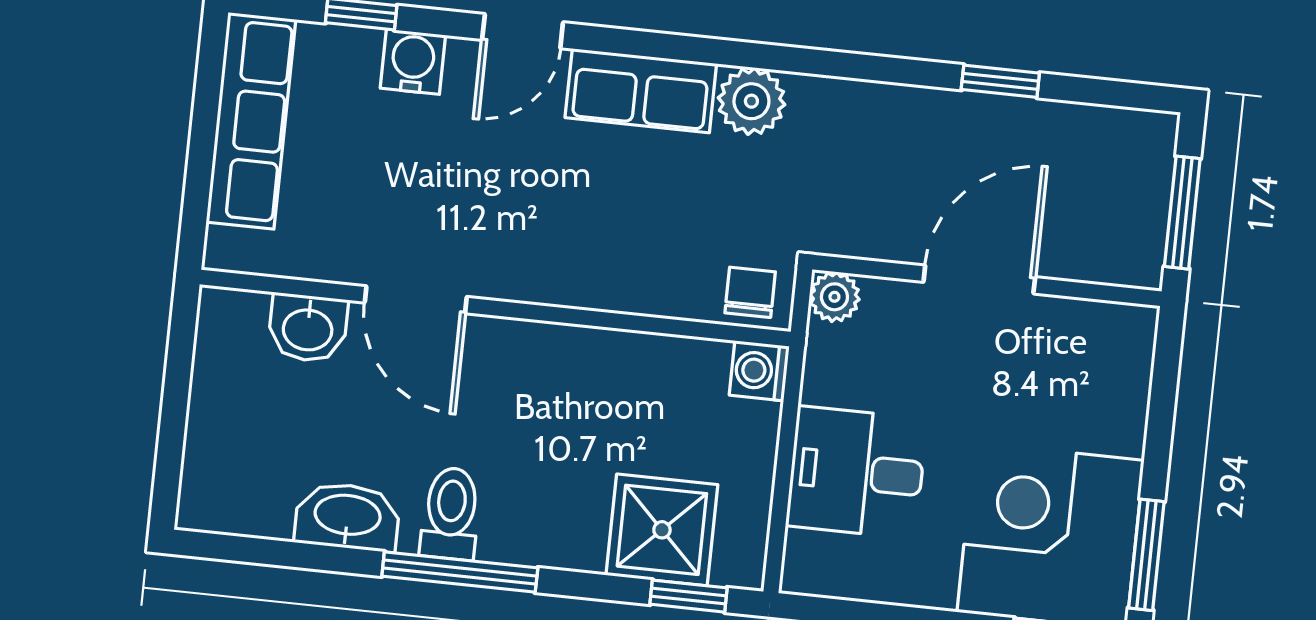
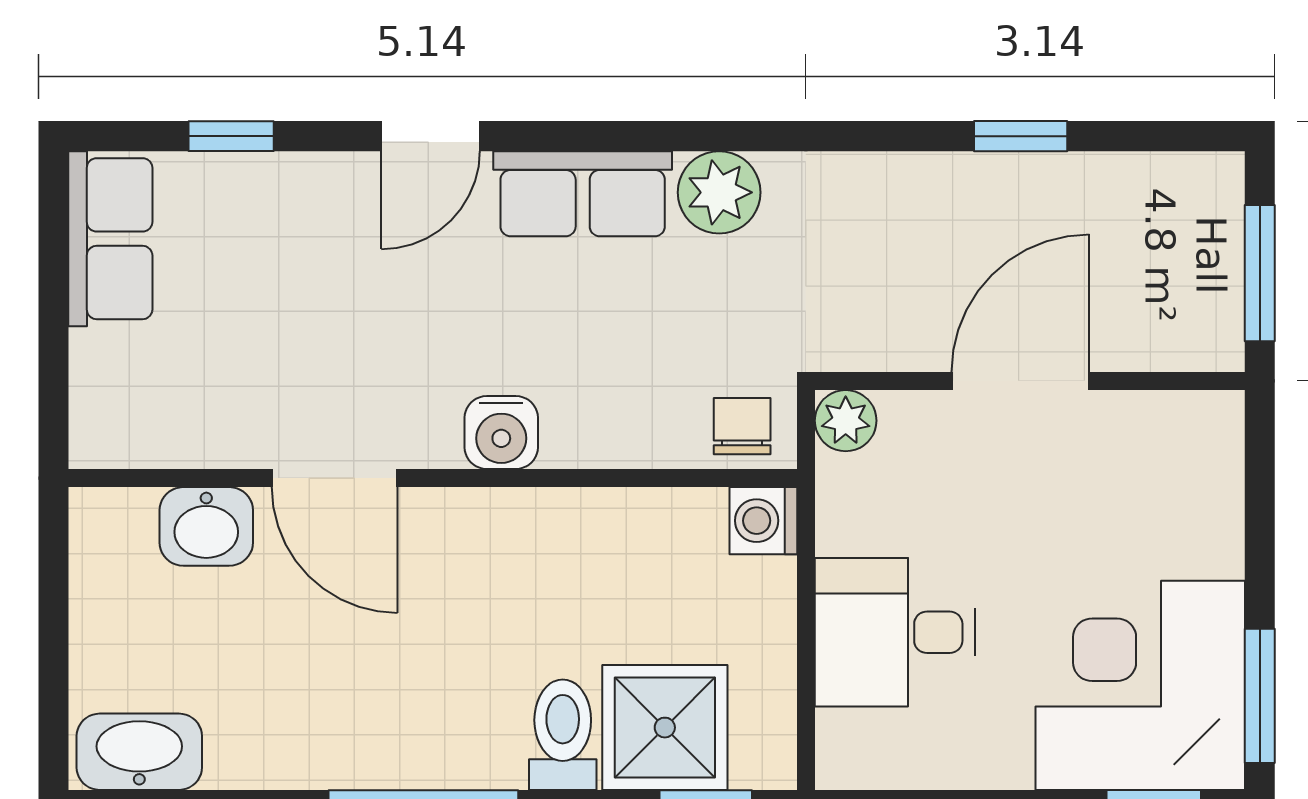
water cooler: (413, 62) -> (501, 433), moved, turned 180
row of seats: (251, 121) -> (110, 239), width x0.68
toilet: (451, 513) -> (563, 735), moved
washbasin: (347, 517) -> (139, 752), moved

